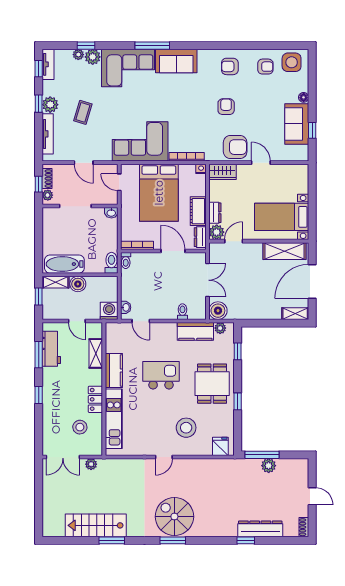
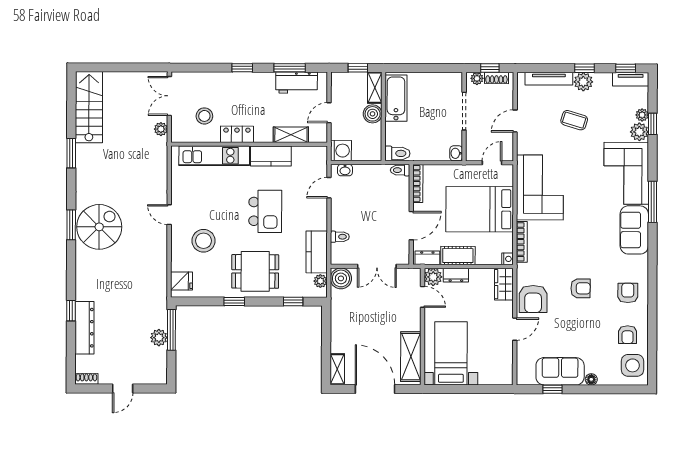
stairs: (96, 525) -> (89, 107), moved

